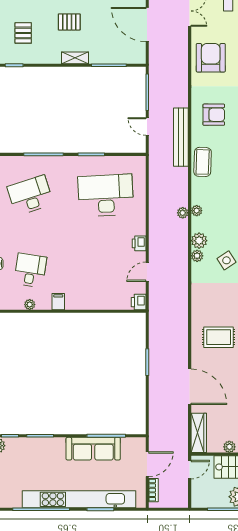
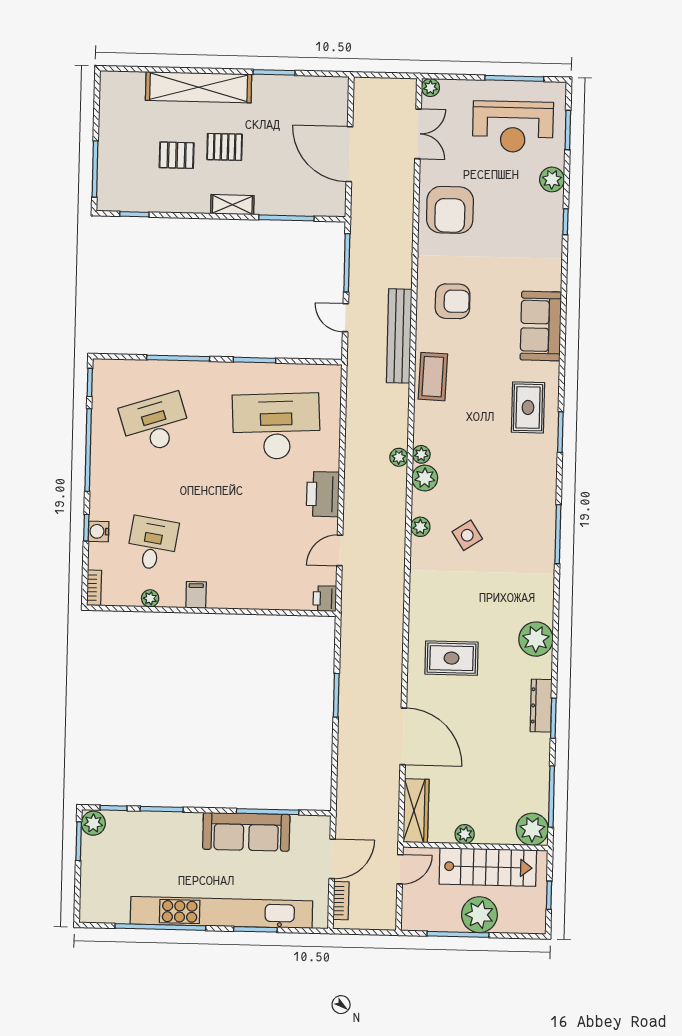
pallet: (23, 33) -> (177, 155), moved, turned 90
armchair: (211, 58) -> (450, 210), turned 180
plant: (199, 241) -> (425, 478), moved
printer: (139, 243) -> (323, 494), width x1.87, depth x1.48

